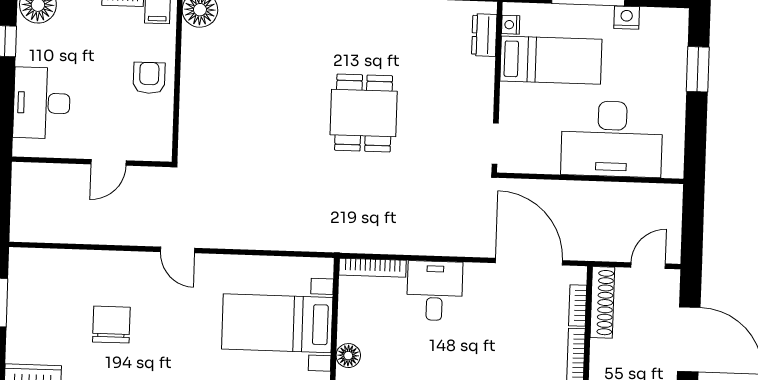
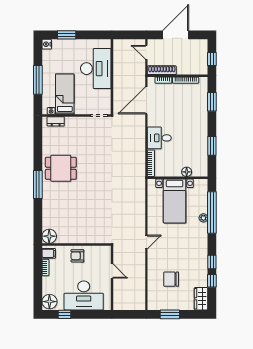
nightstand: (627, 18) -> (47, 44), moved
desk: (42, 103) -> (84, 295), width x1.36, depth x1.30
dining table: (364, 113) -> (61, 168), moved
chair: (111, 325) -> (171, 279), moved

